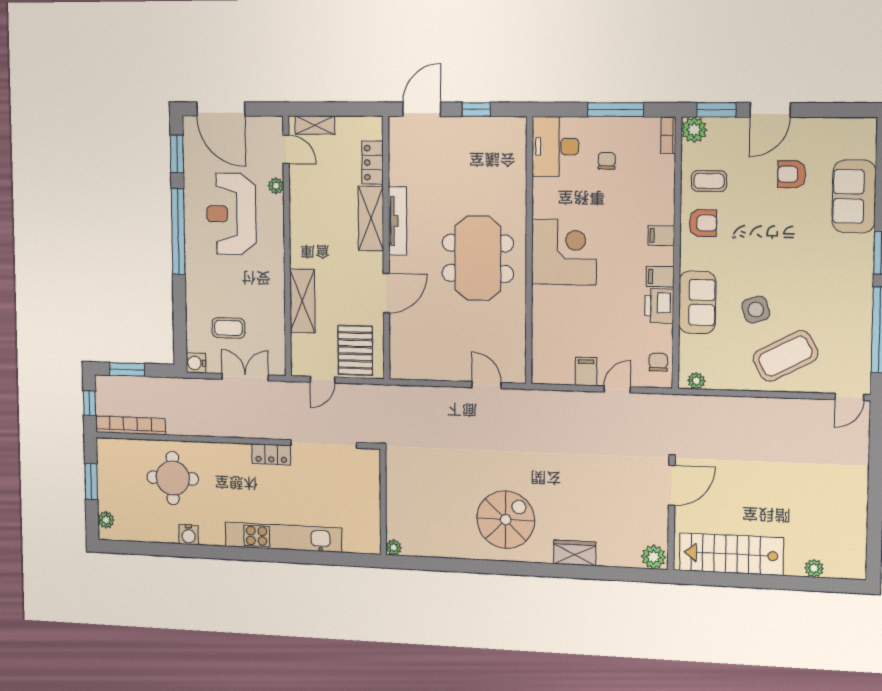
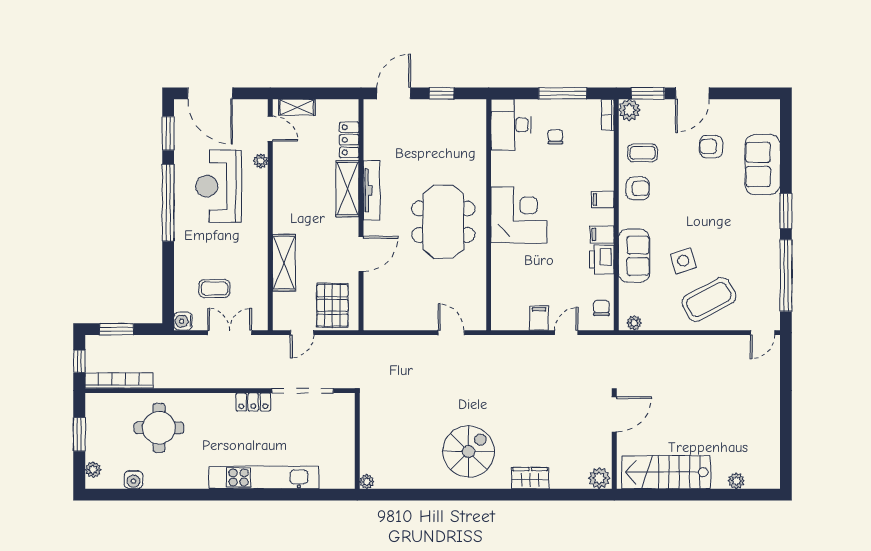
water cooler: (189, 535) -> (134, 480), moved

